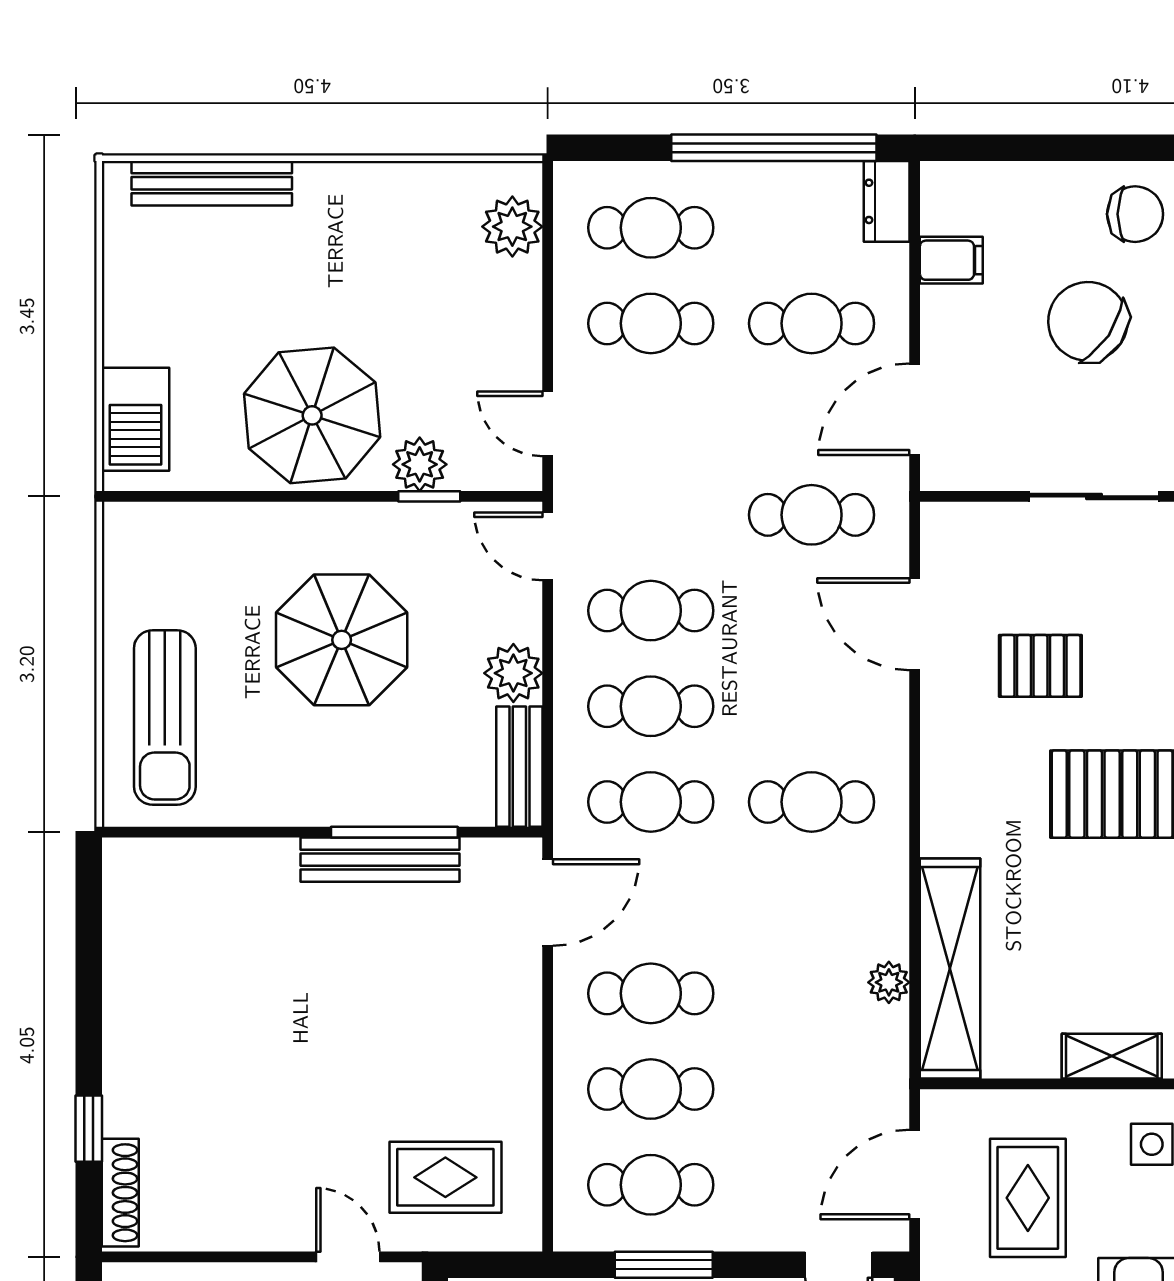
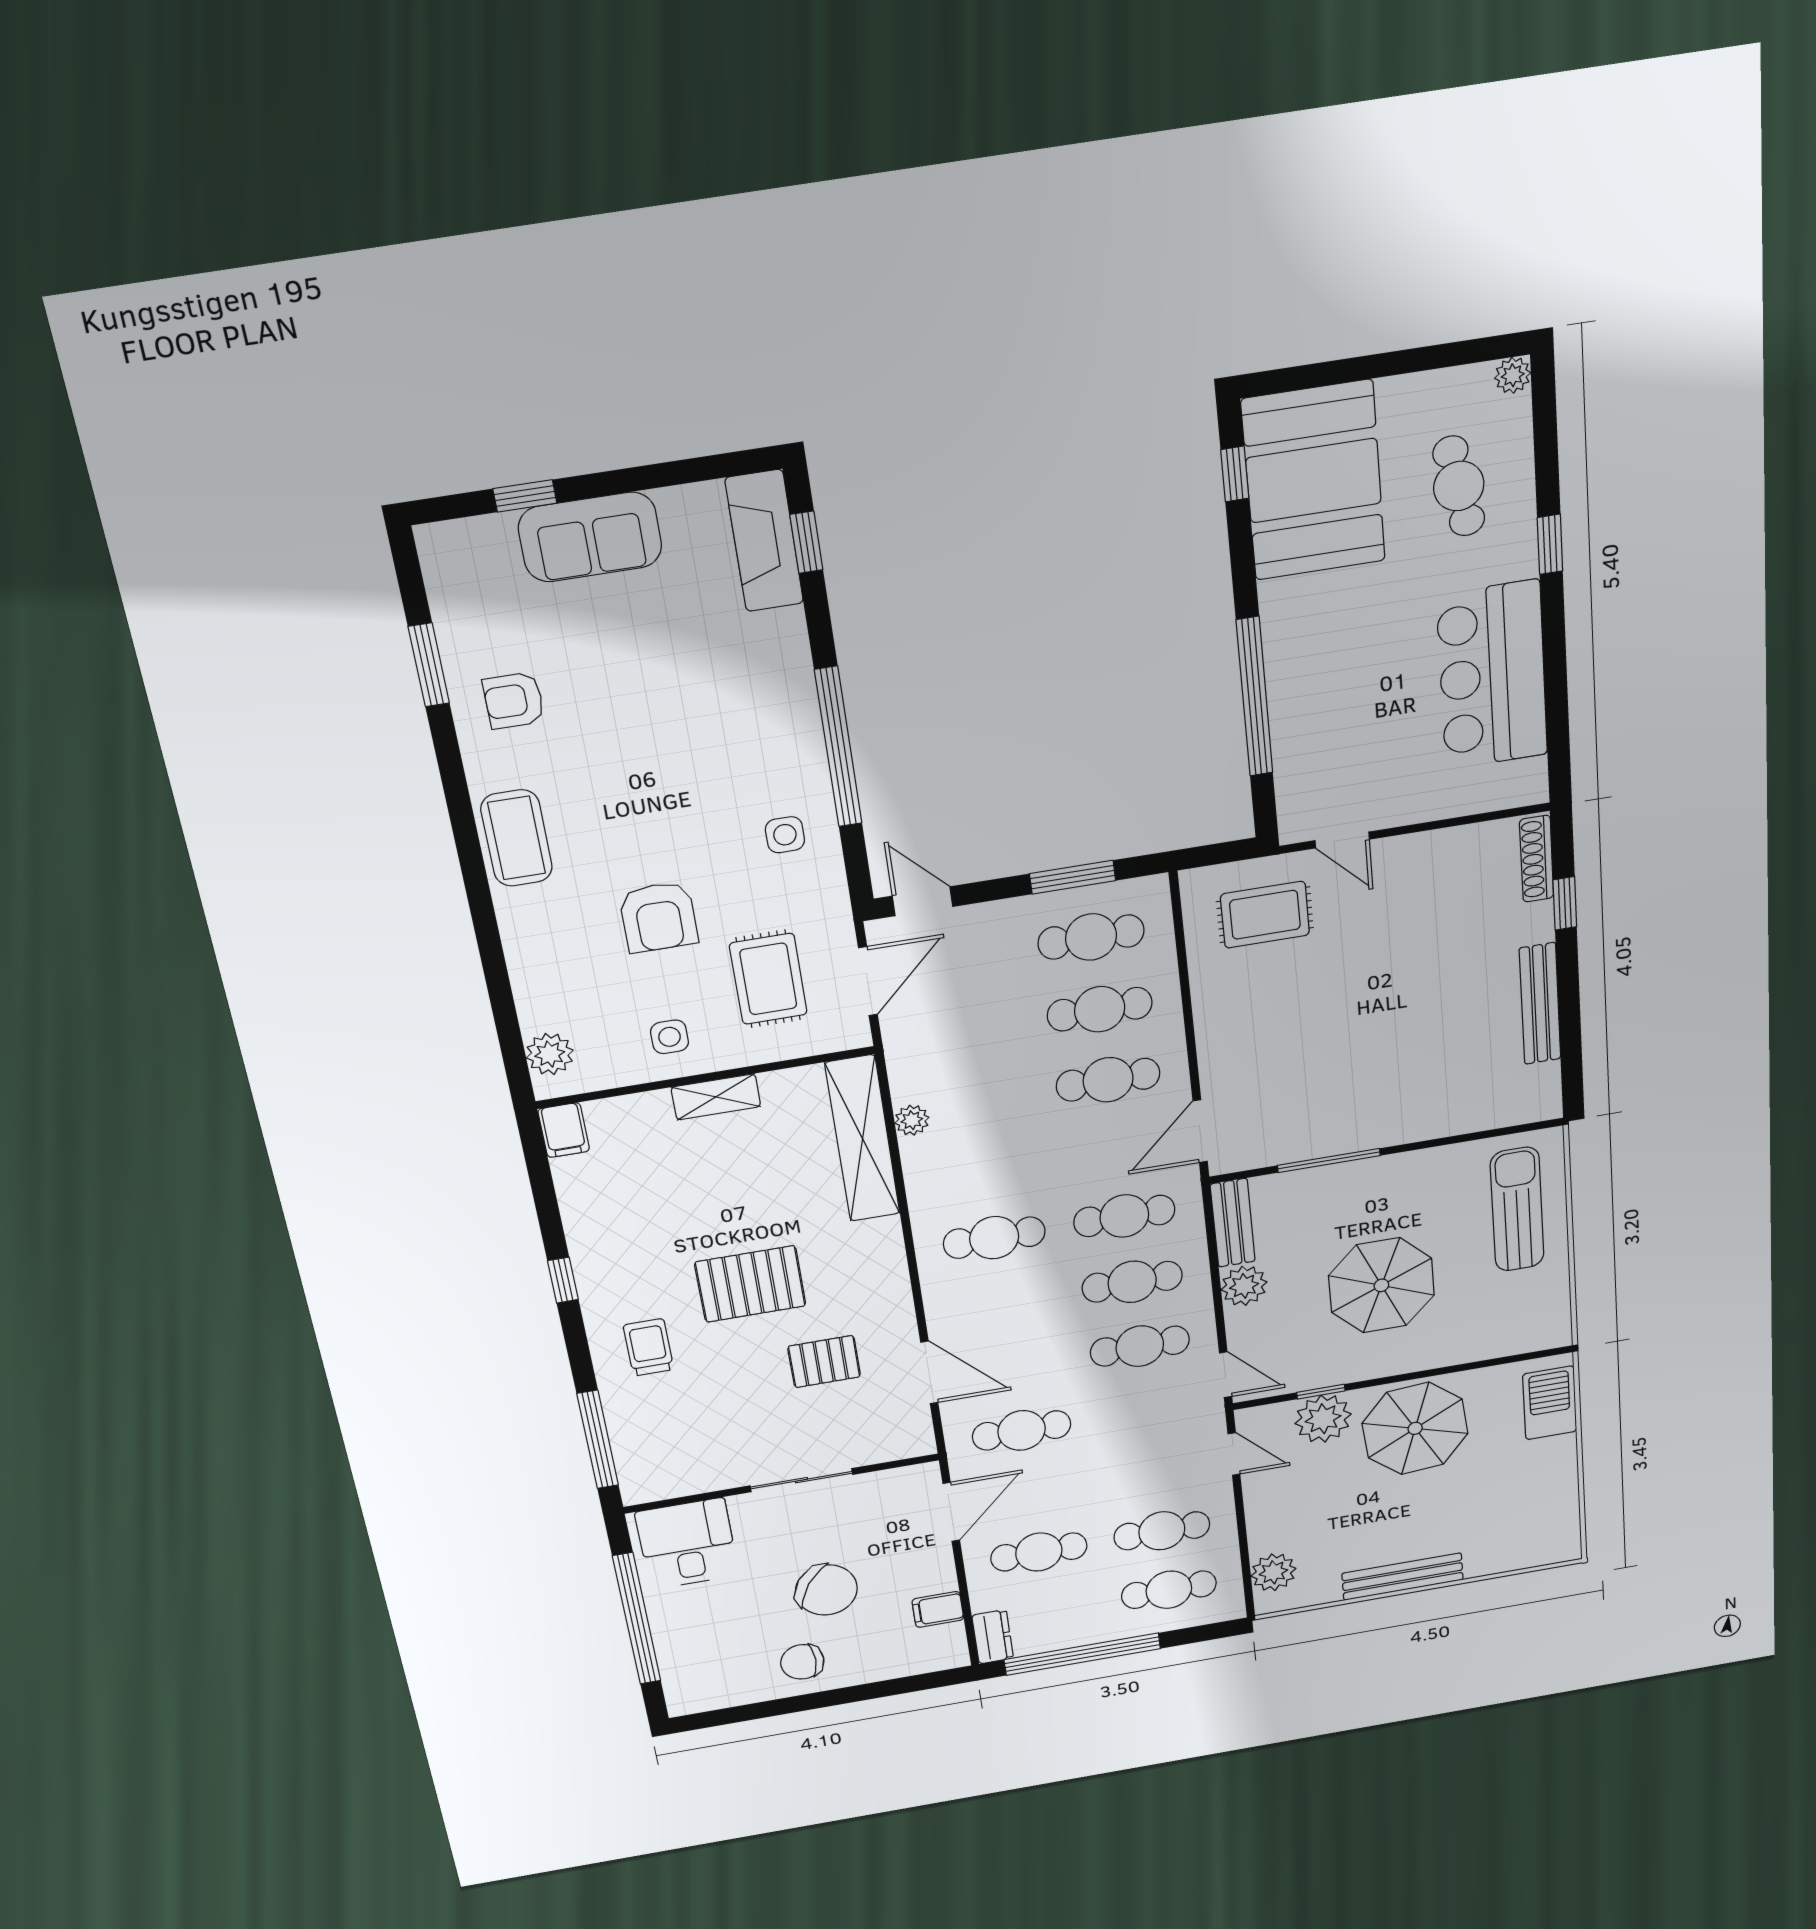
bench: (212, 183) -> (1403, 1577), moved
plant: (420, 464) -> (1323, 1419), width x1.36, depth x1.36
bench: (380, 860) -> (1540, 1004), moved, turned 90

